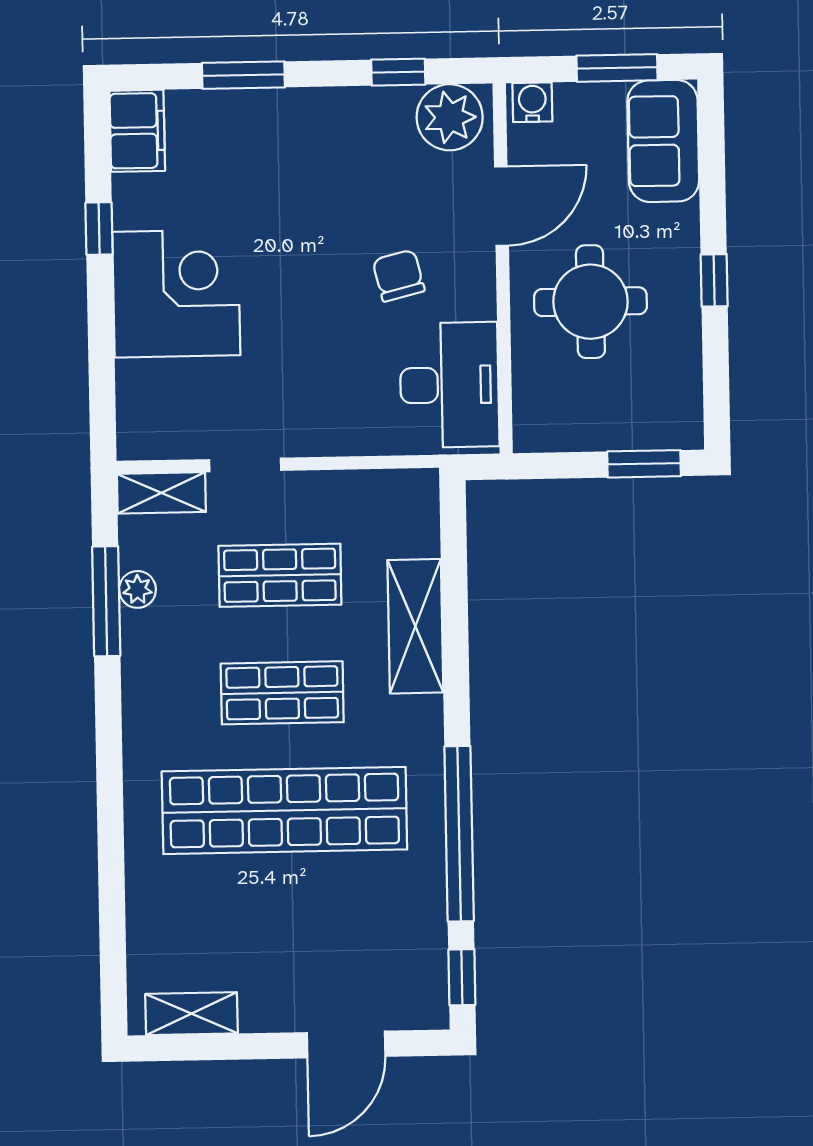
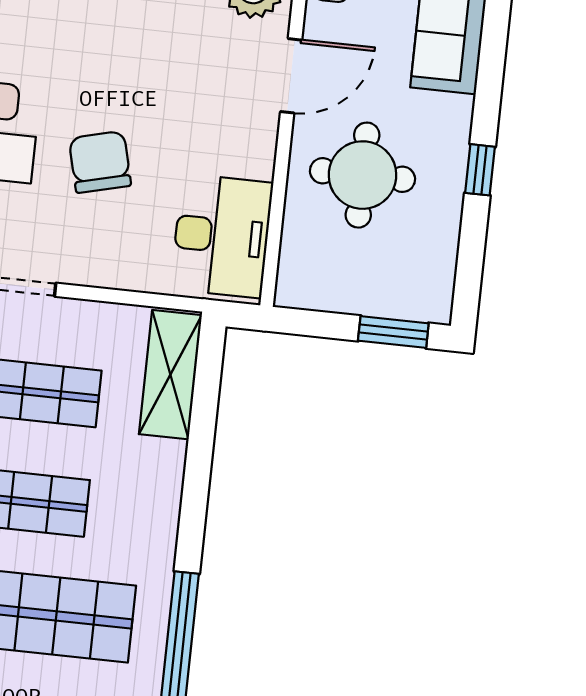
chair: (399, 276) -> (100, 162), moved, width x1.37, depth x1.37
shelving: (415, 626) -> (170, 375), moved

